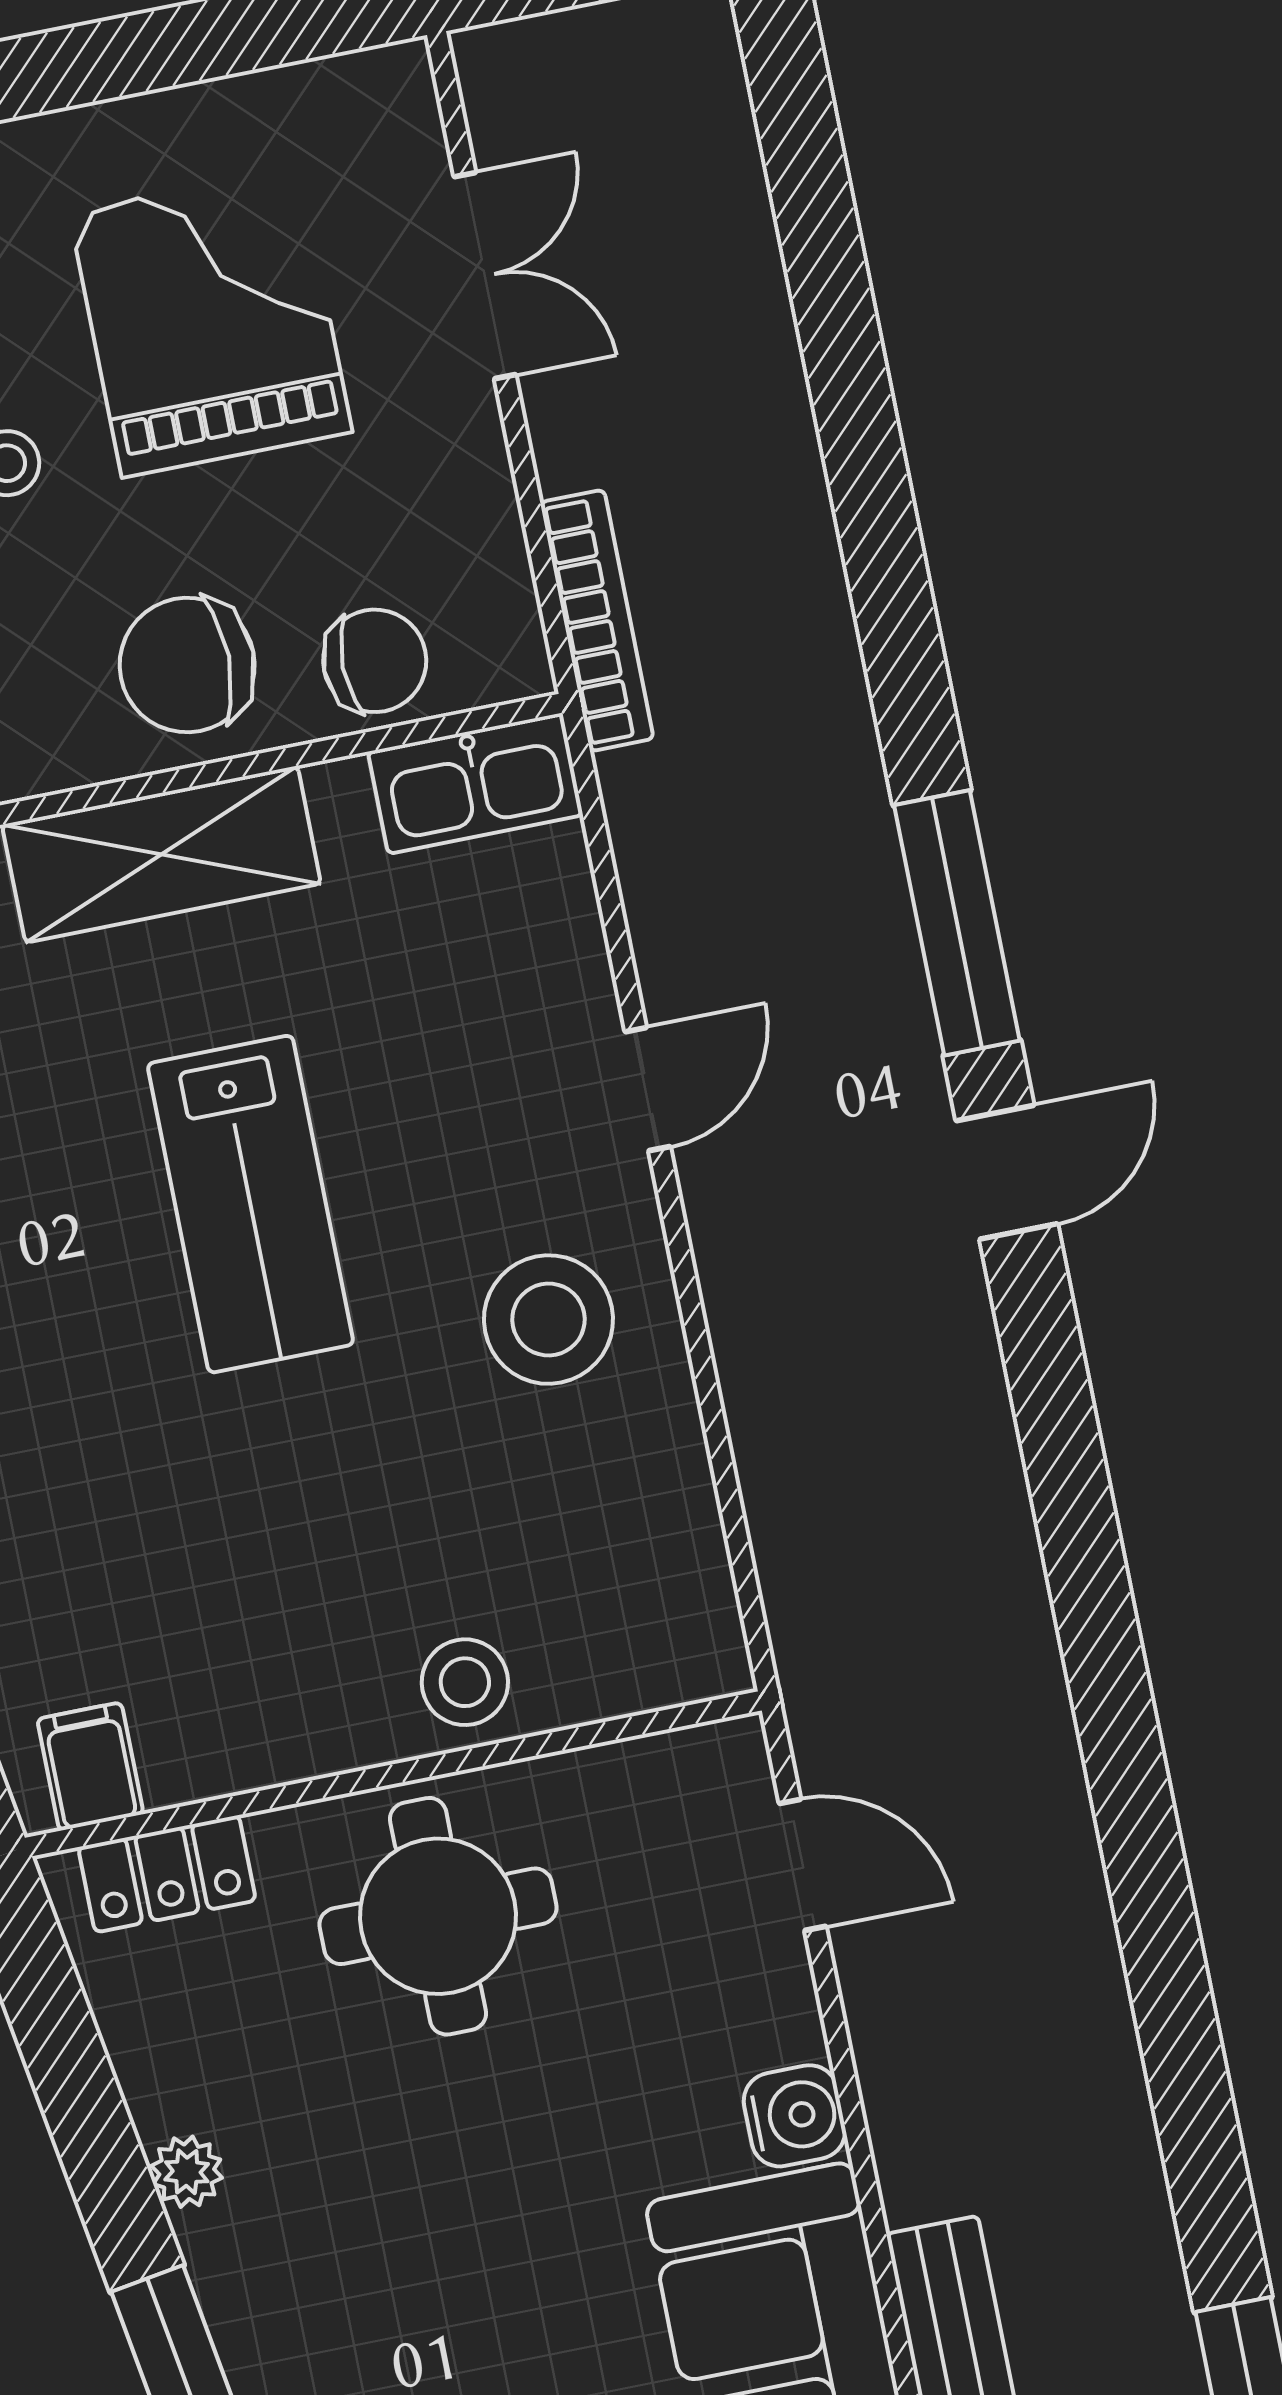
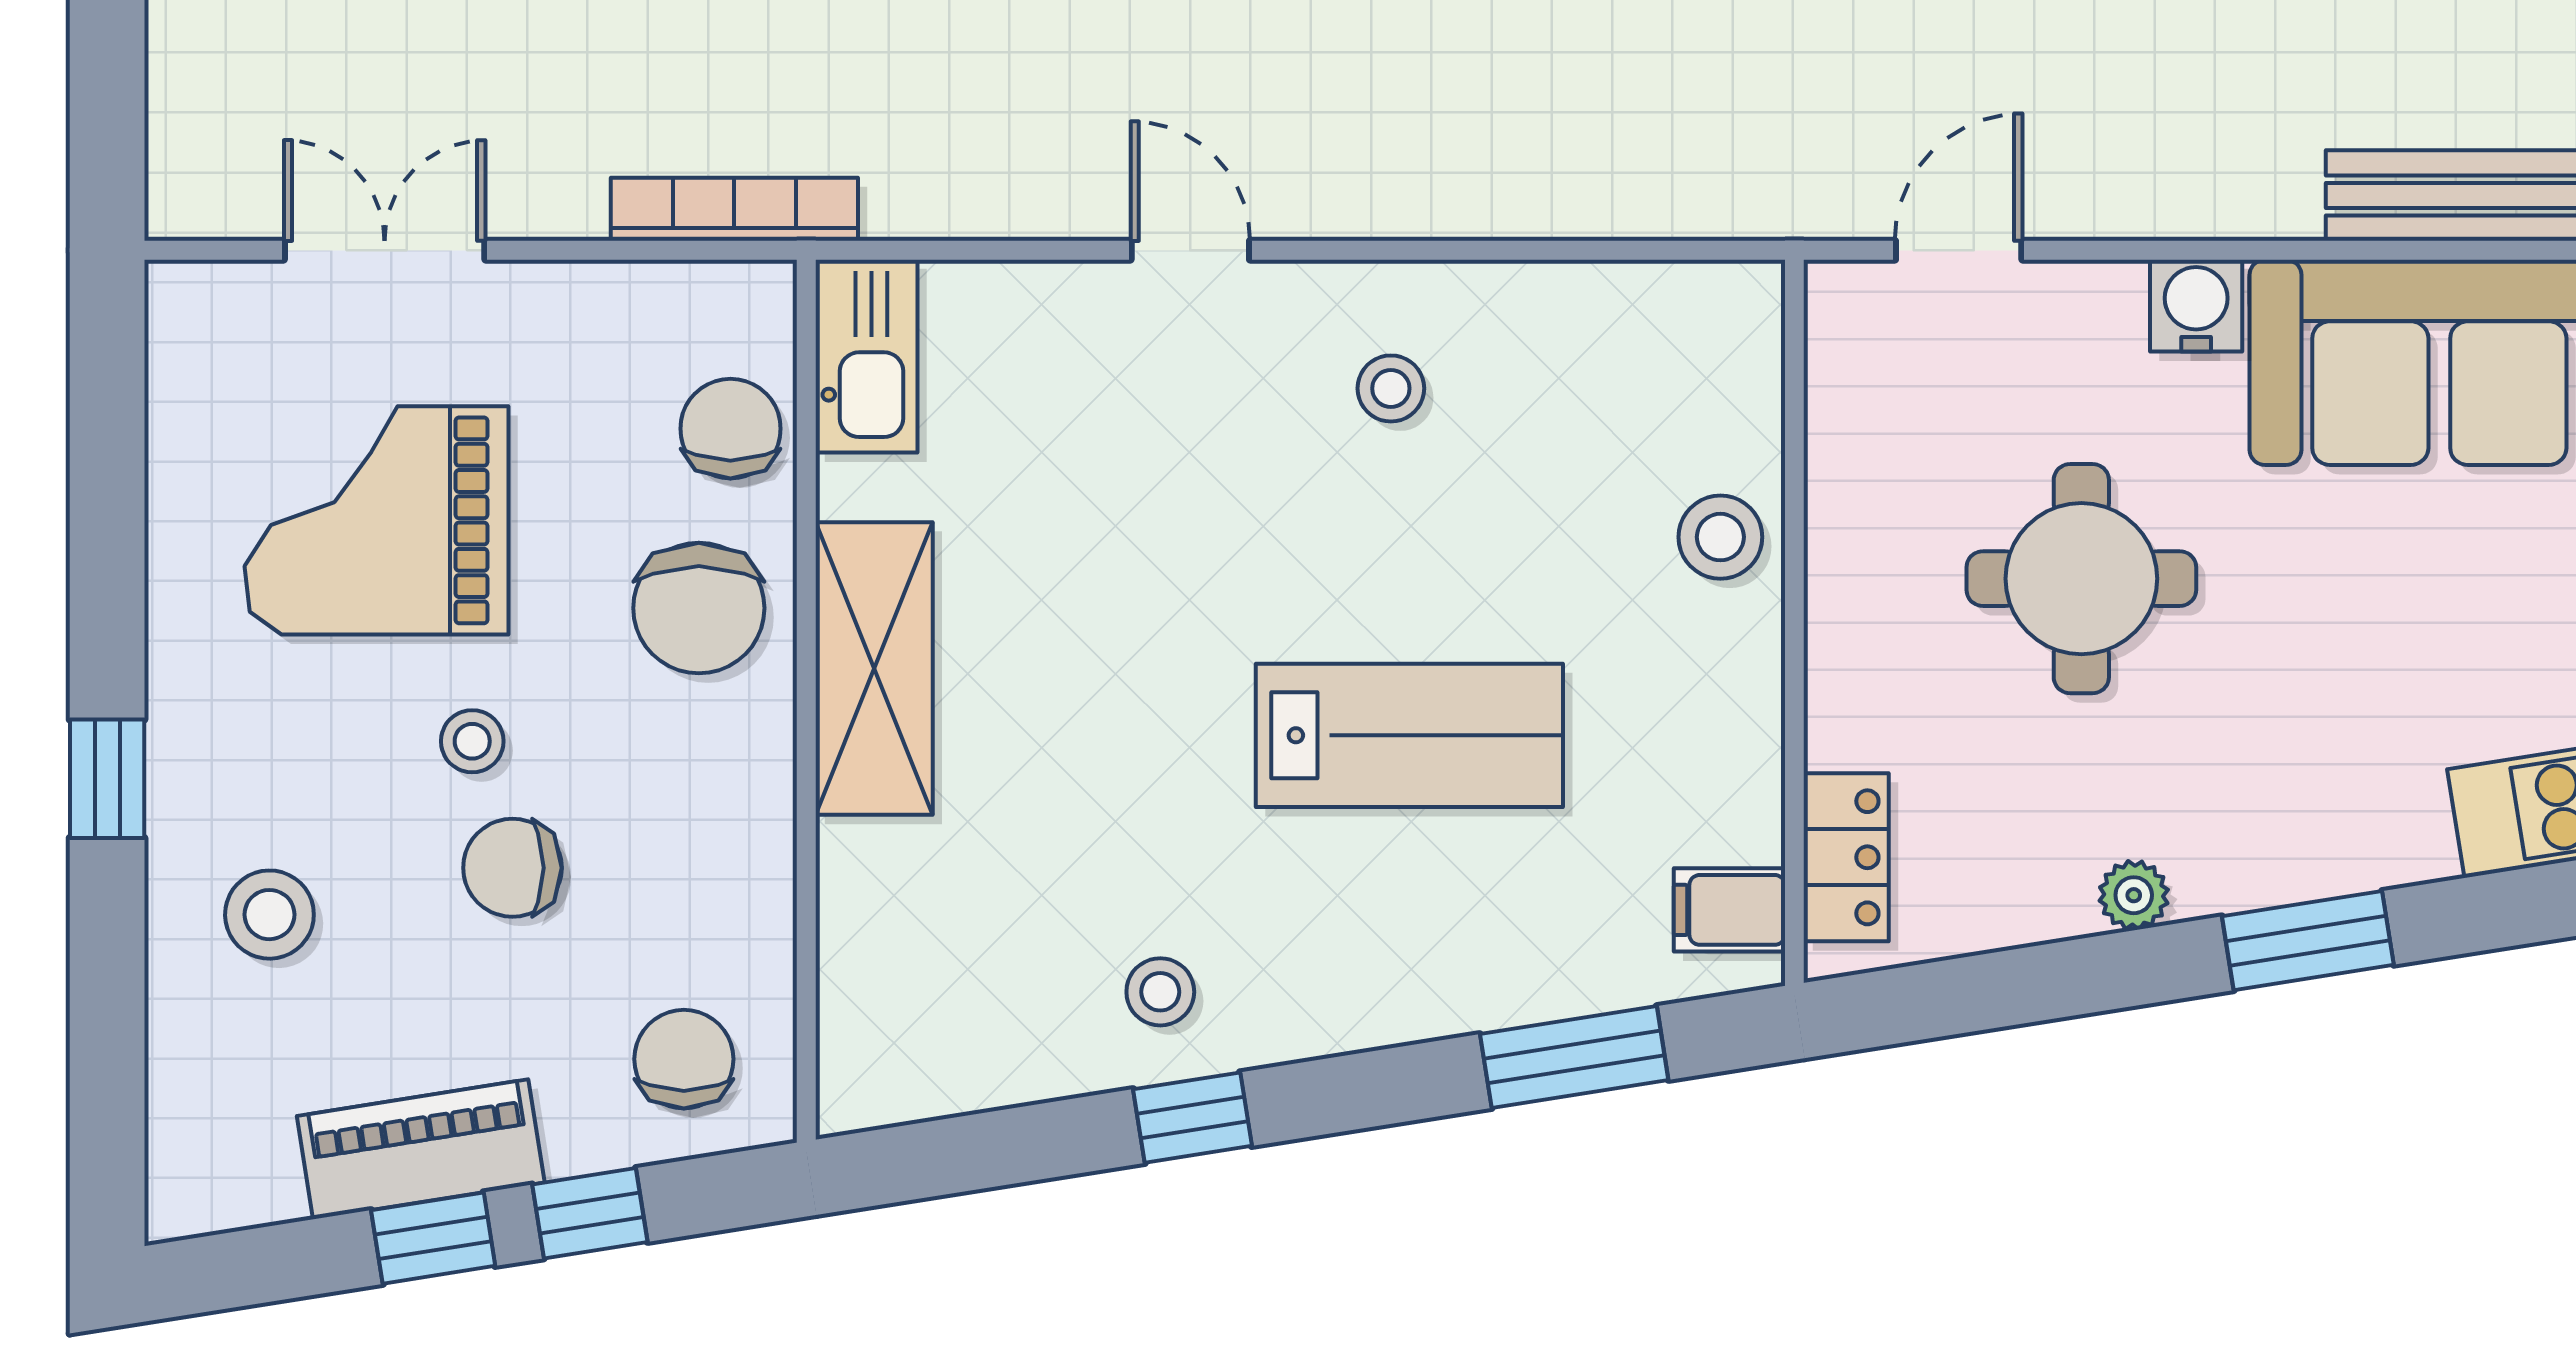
lab bench: (251, 1204) -> (1409, 735), moved
stool: (548, 1320) -> (1391, 388), width x0.53, depth x0.53
round table: (438, 1916) -> (2081, 579), moved

